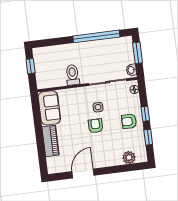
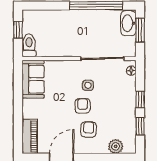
washbasin: (131, 70) -> (128, 23), moved, width x1.91, depth x1.45
toilet: (73, 75) -> (29, 45), moved
armchair: (129, 121) -> (89, 129), moved, turned 93
piano: (51, 141) -> (30, 136), moved

